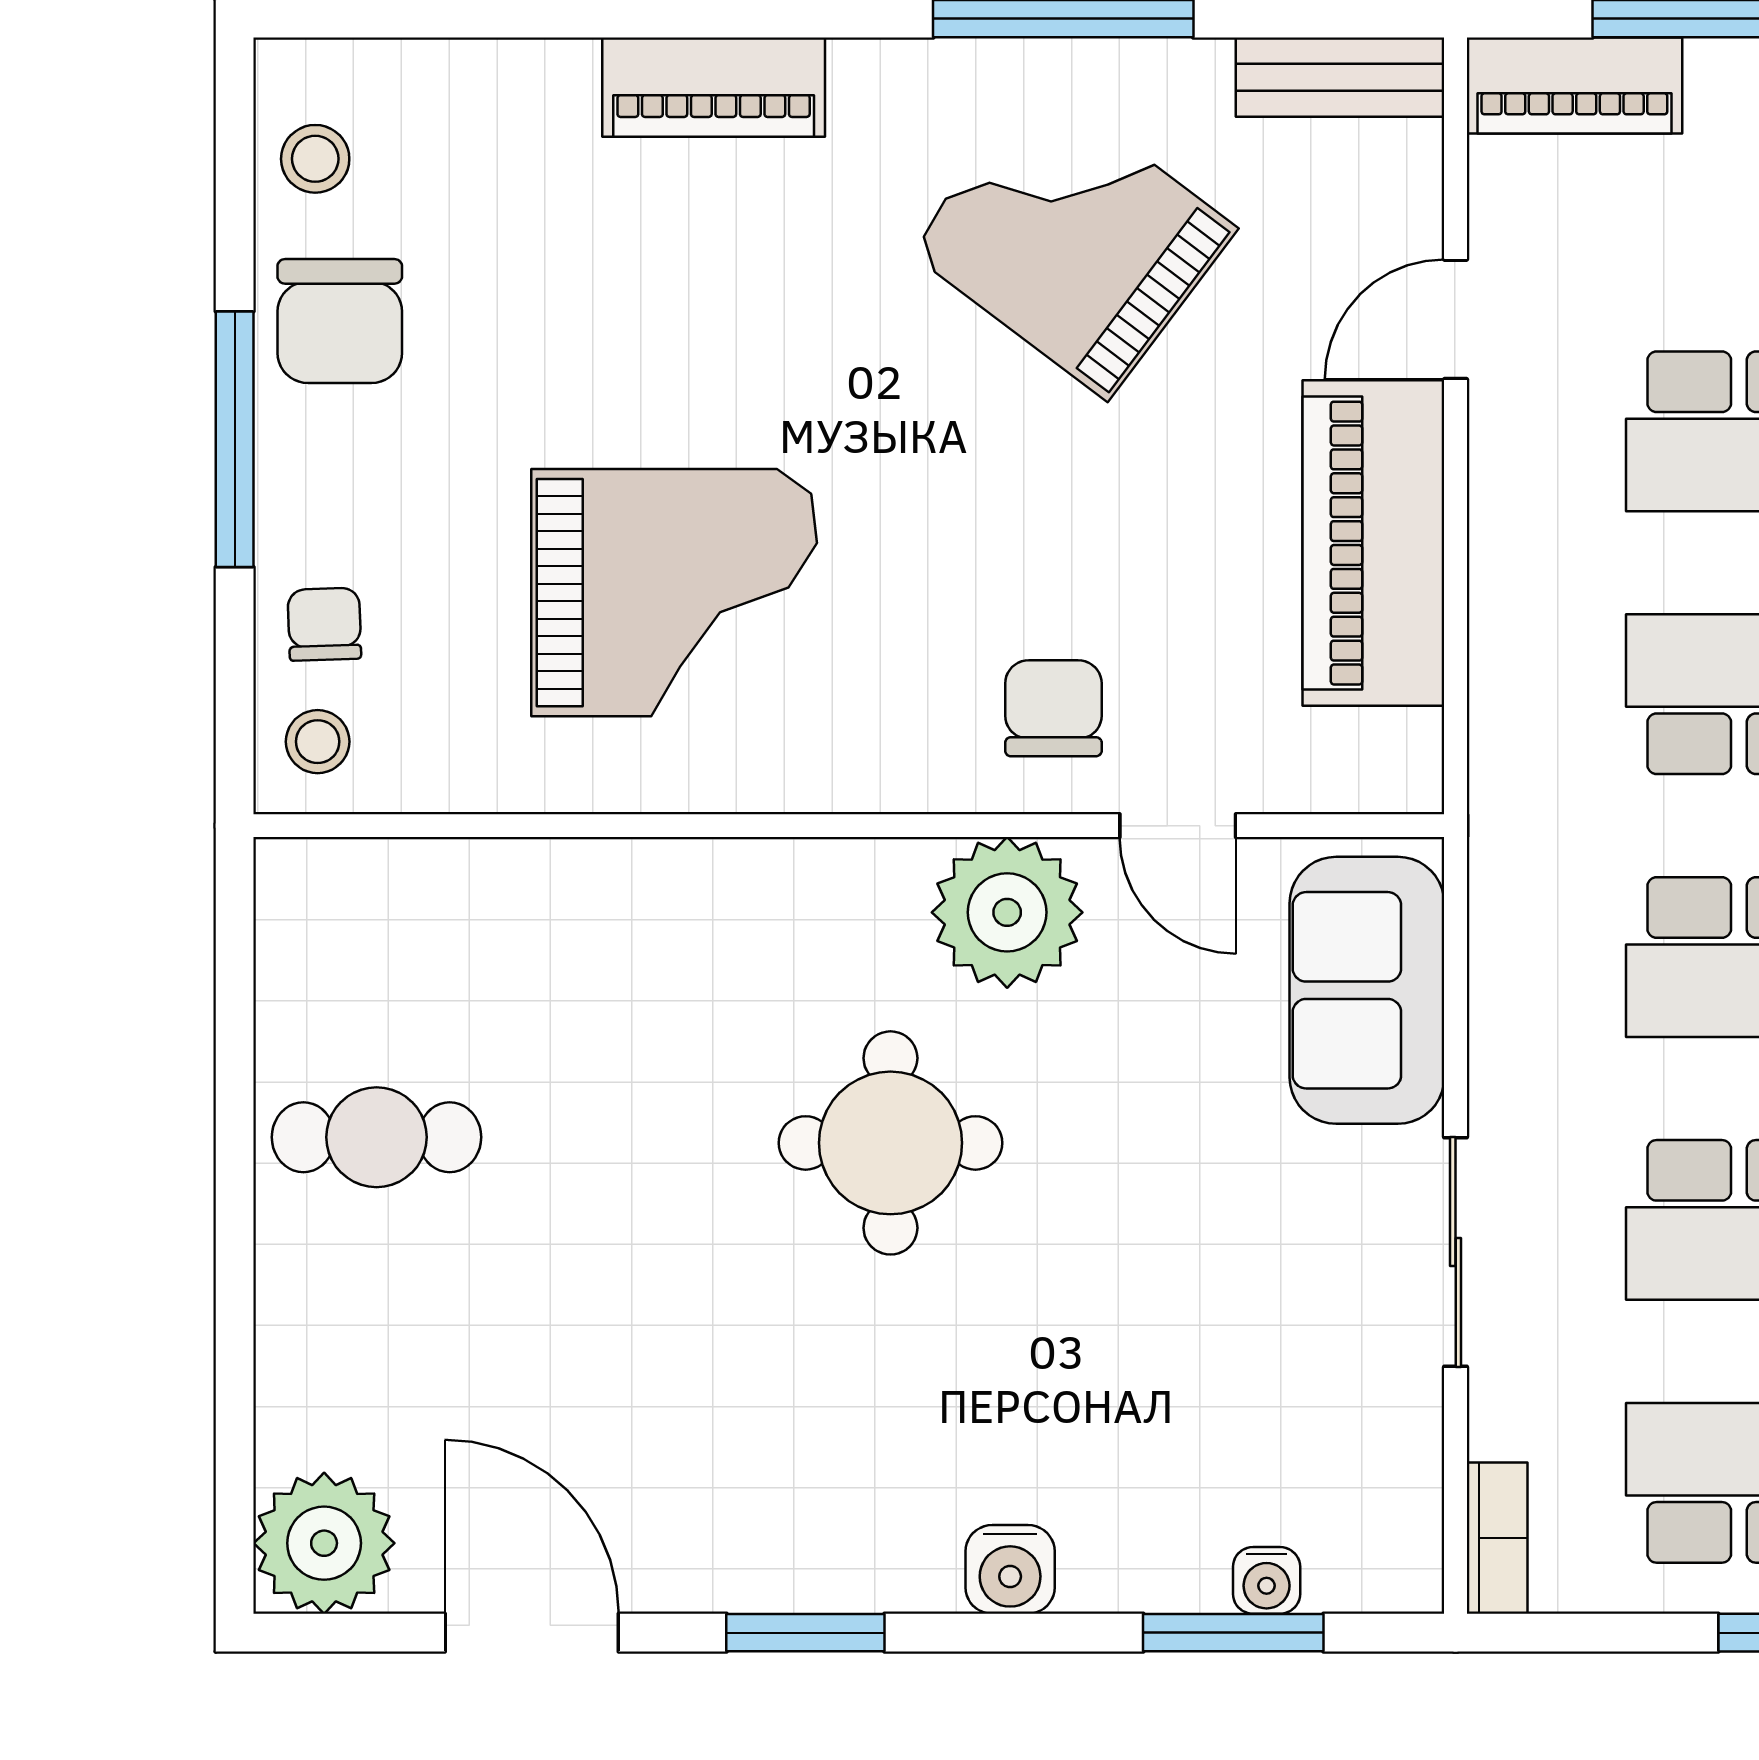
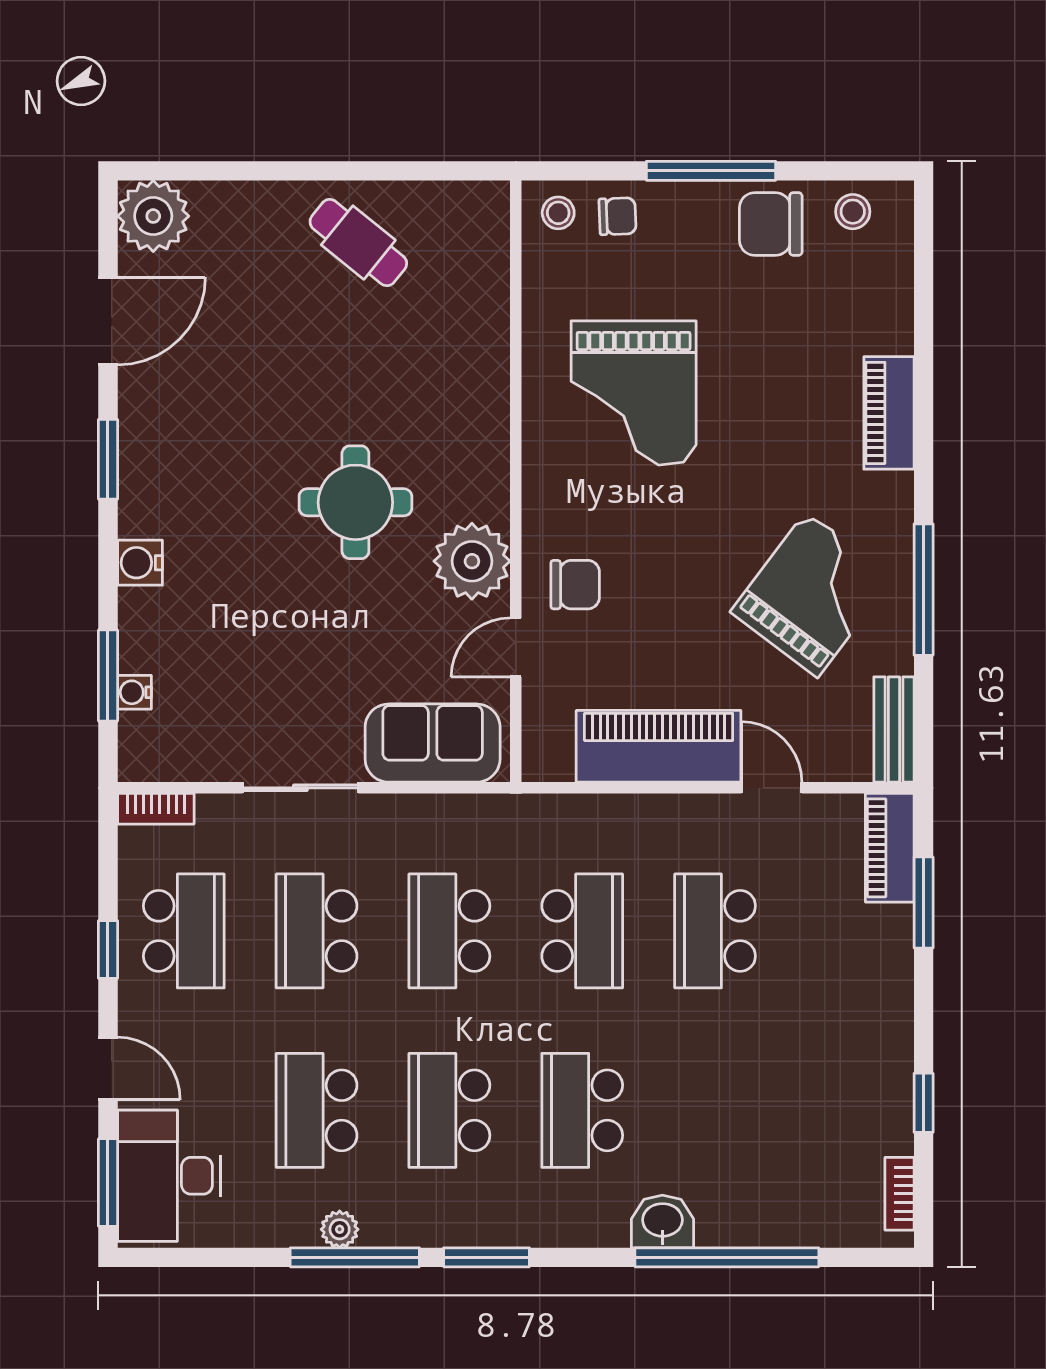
cafe table: (377, 1137) -> (358, 243), turned -51

